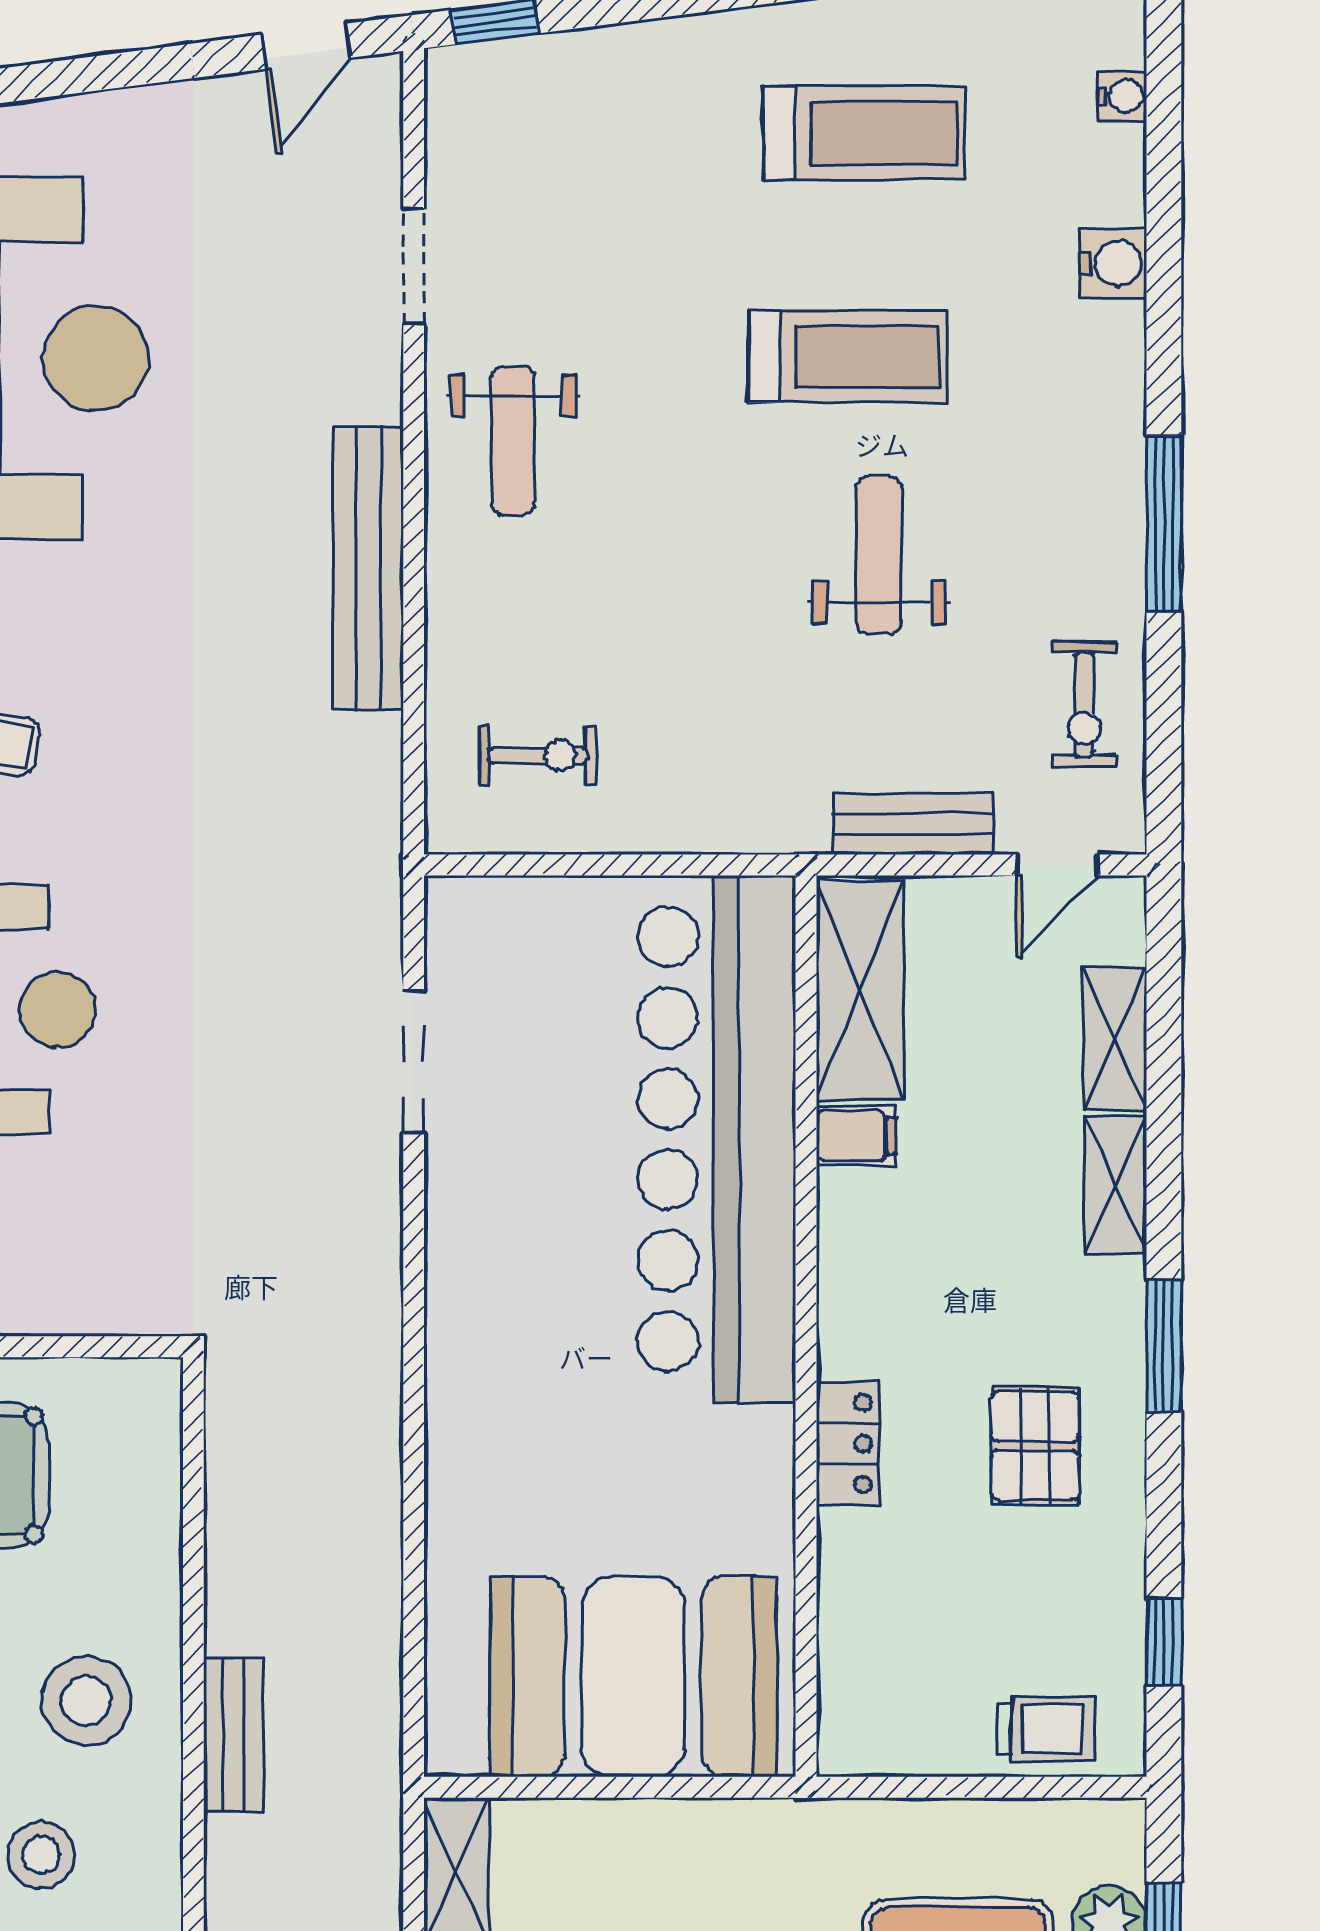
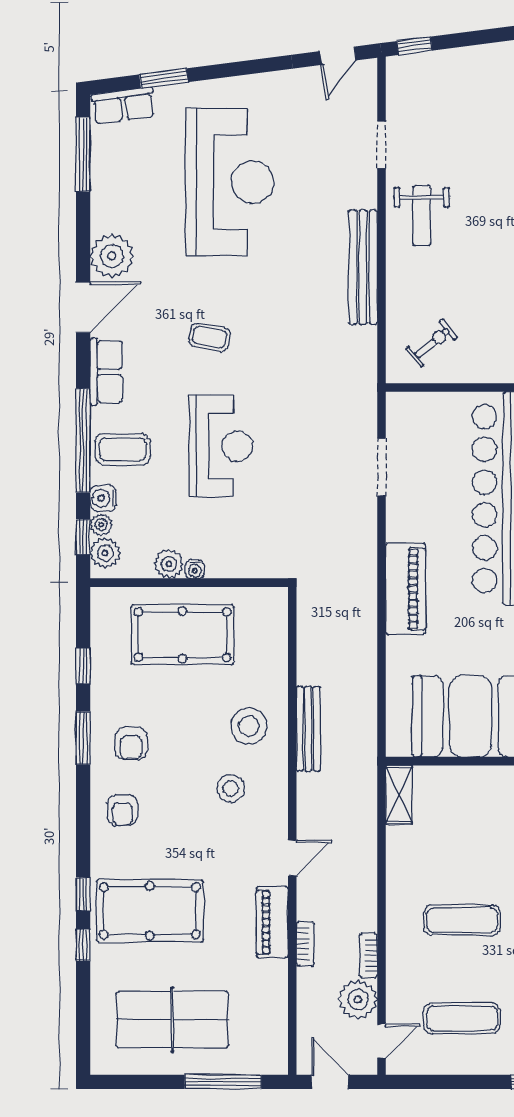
exercise bike: (538, 755) -> (432, 343), turned -39
piano: (473, 1362) -> (406, 589), added
bench: (233, 1735) -> (308, 729), width x1.36

